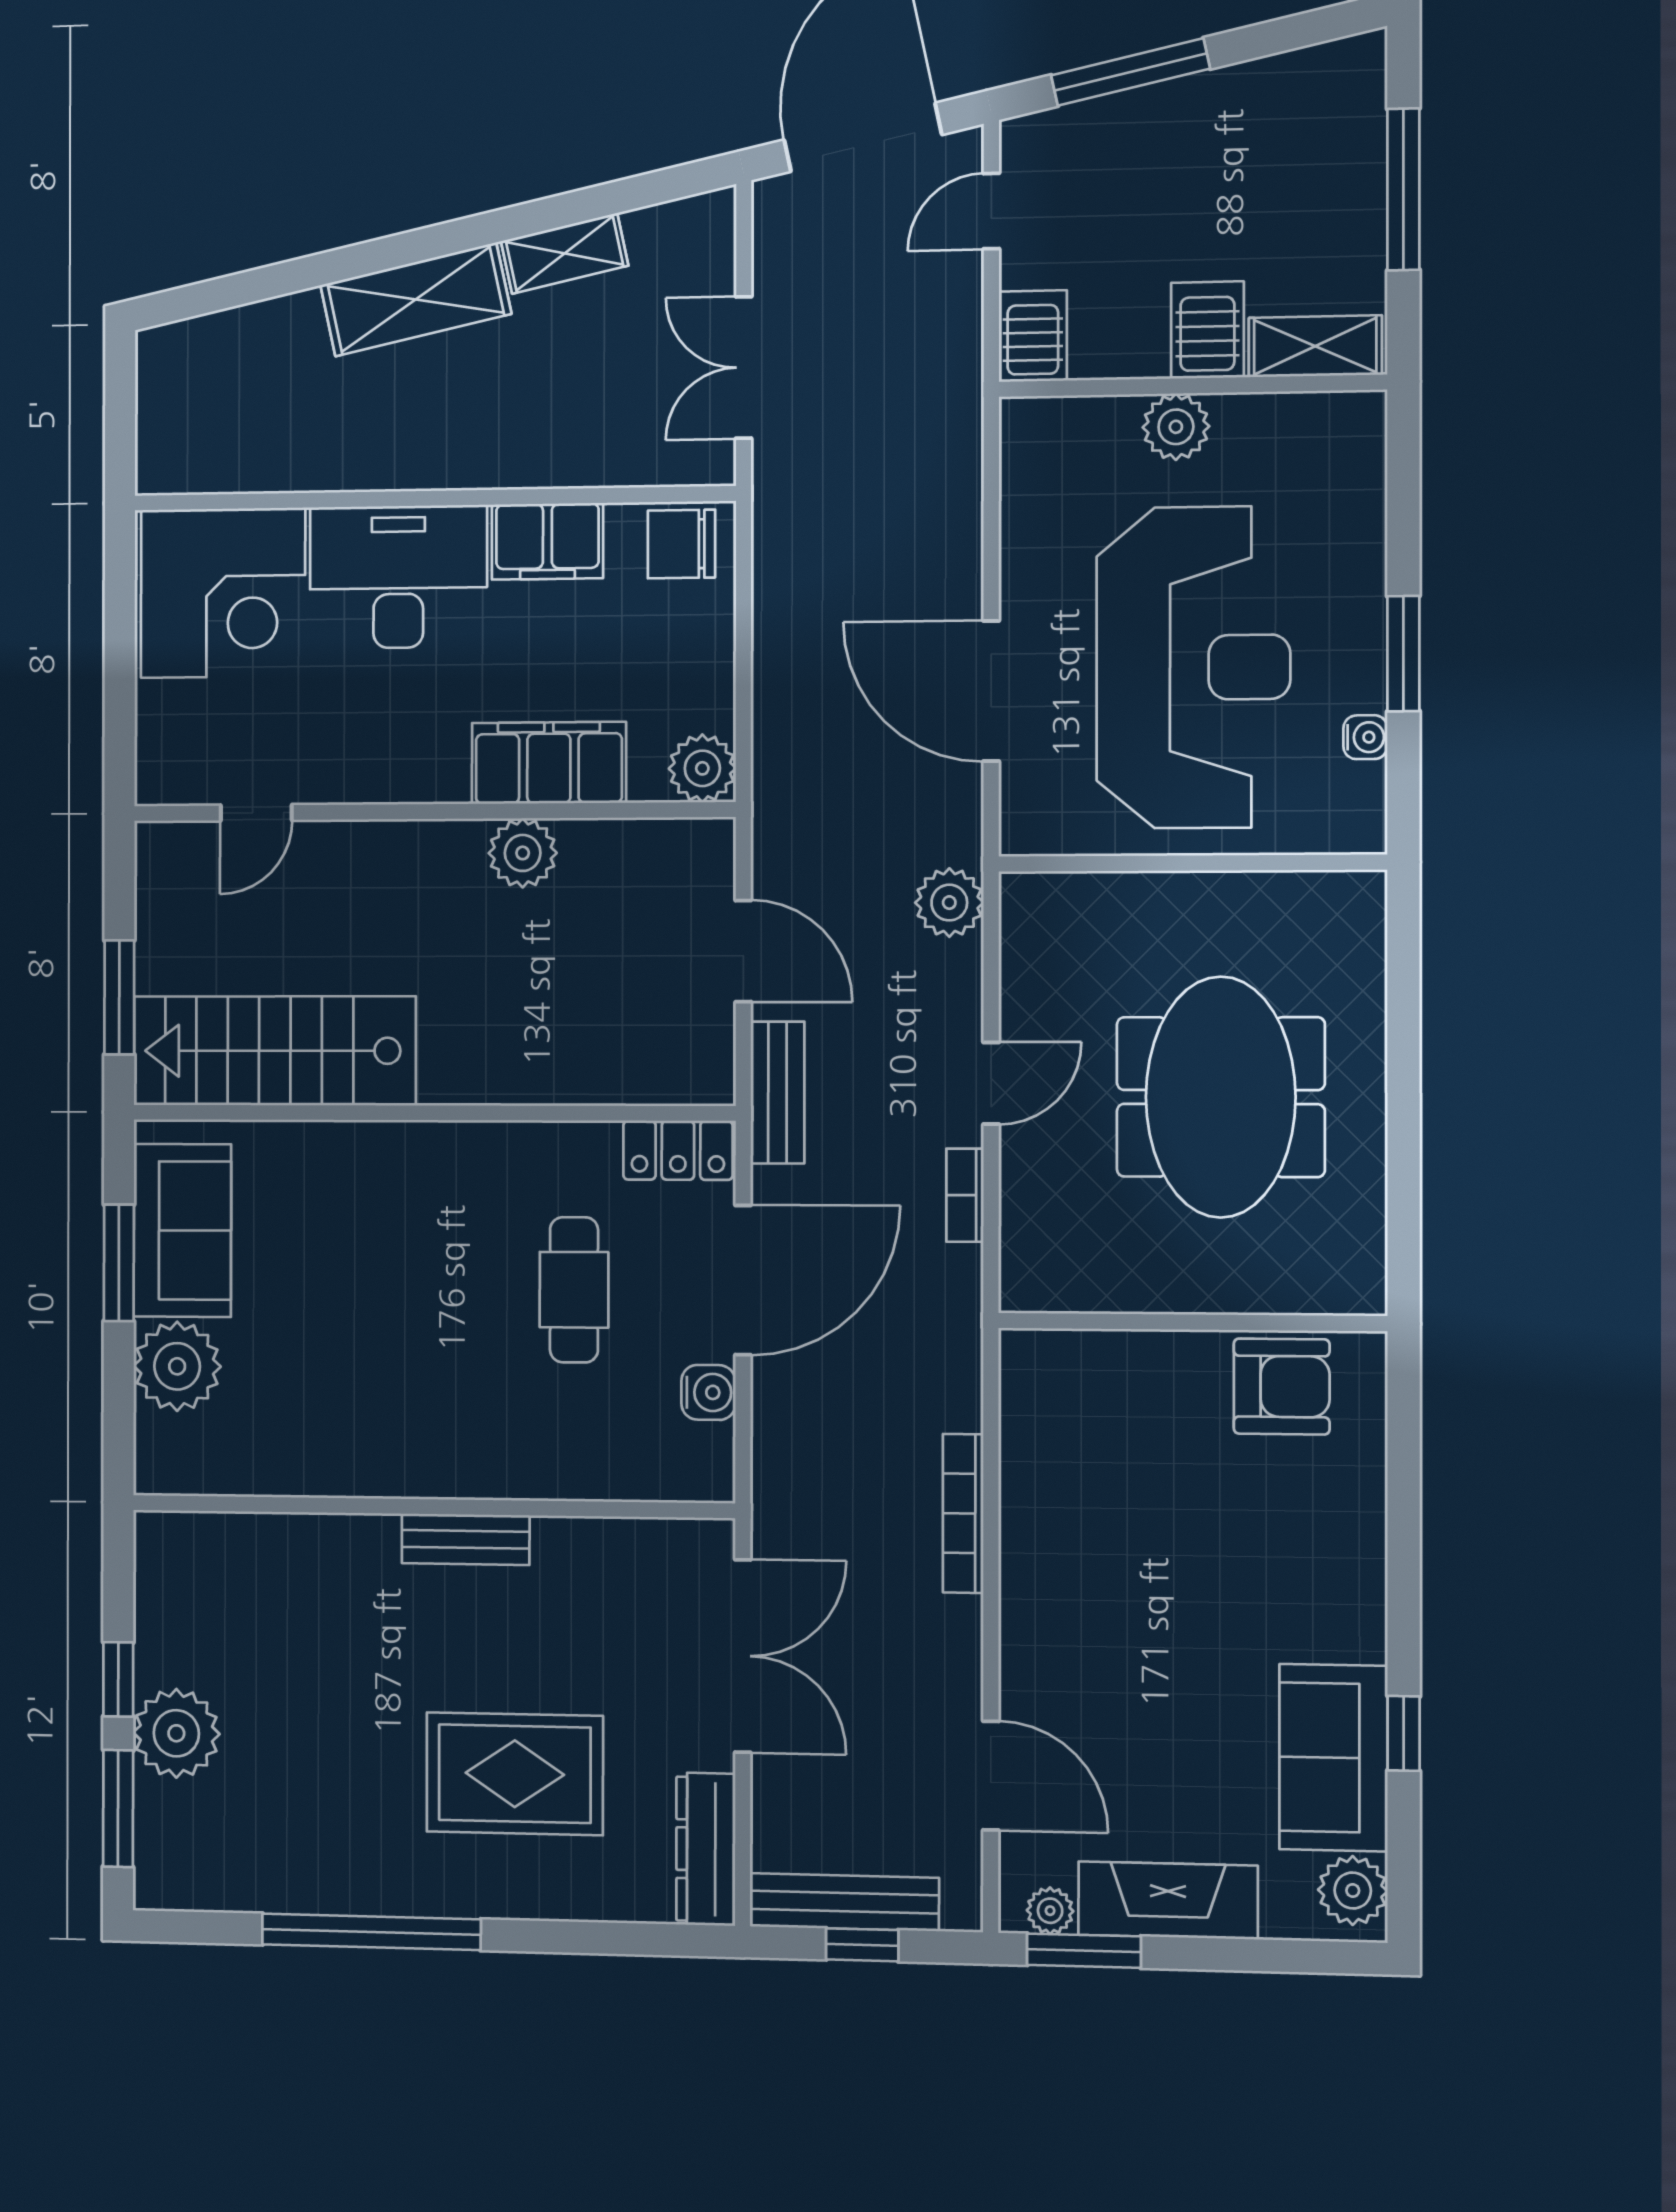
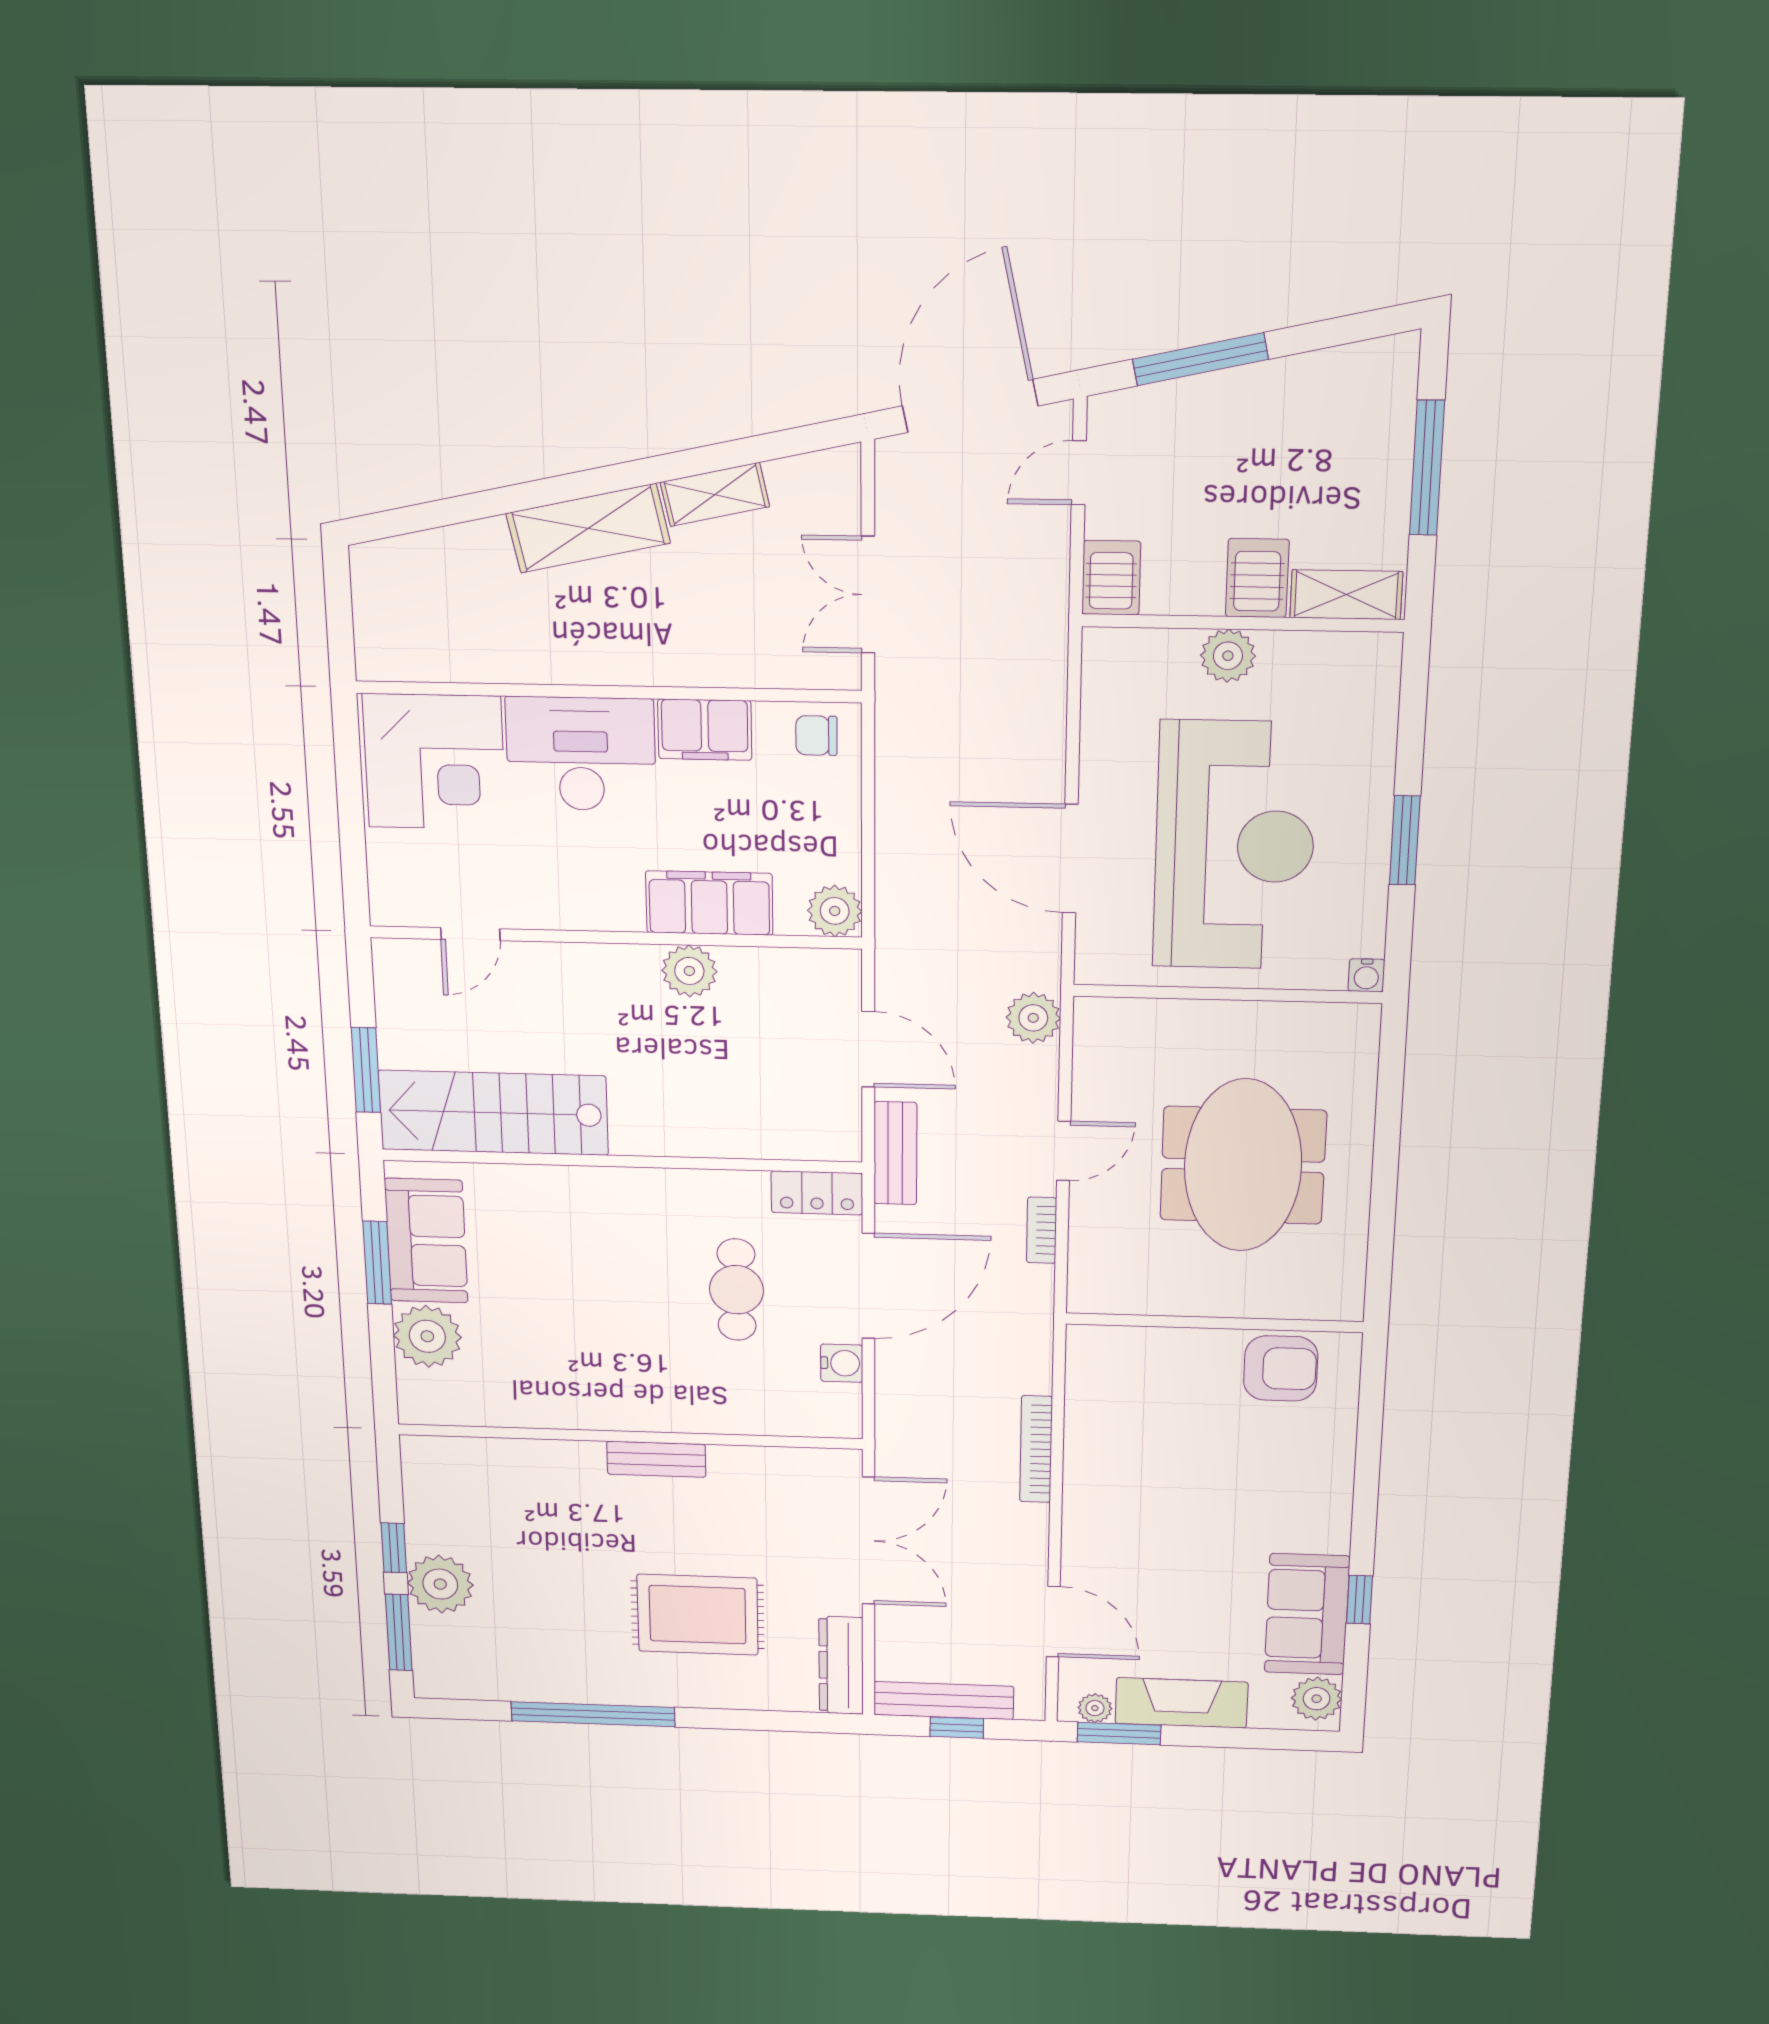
chair: (681, 544) -> (816, 736), width x0.73, depth x0.73
water cooler: (1365, 737) -> (1366, 975), moved, turned 90

